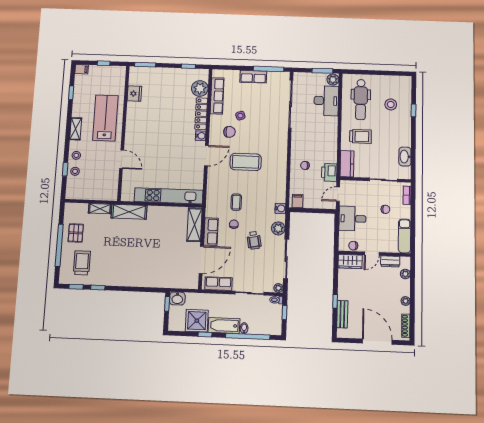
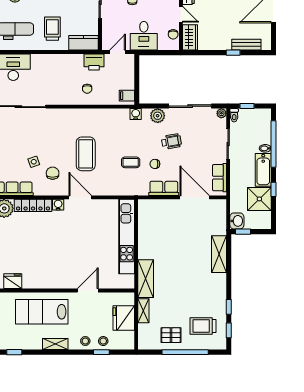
fridge: (95, 191) -> (124, 318), added
door: (338, 194) -> (117, 52), swing flipped
shelving: (194, 225) -> (219, 254), moved, turned 90

